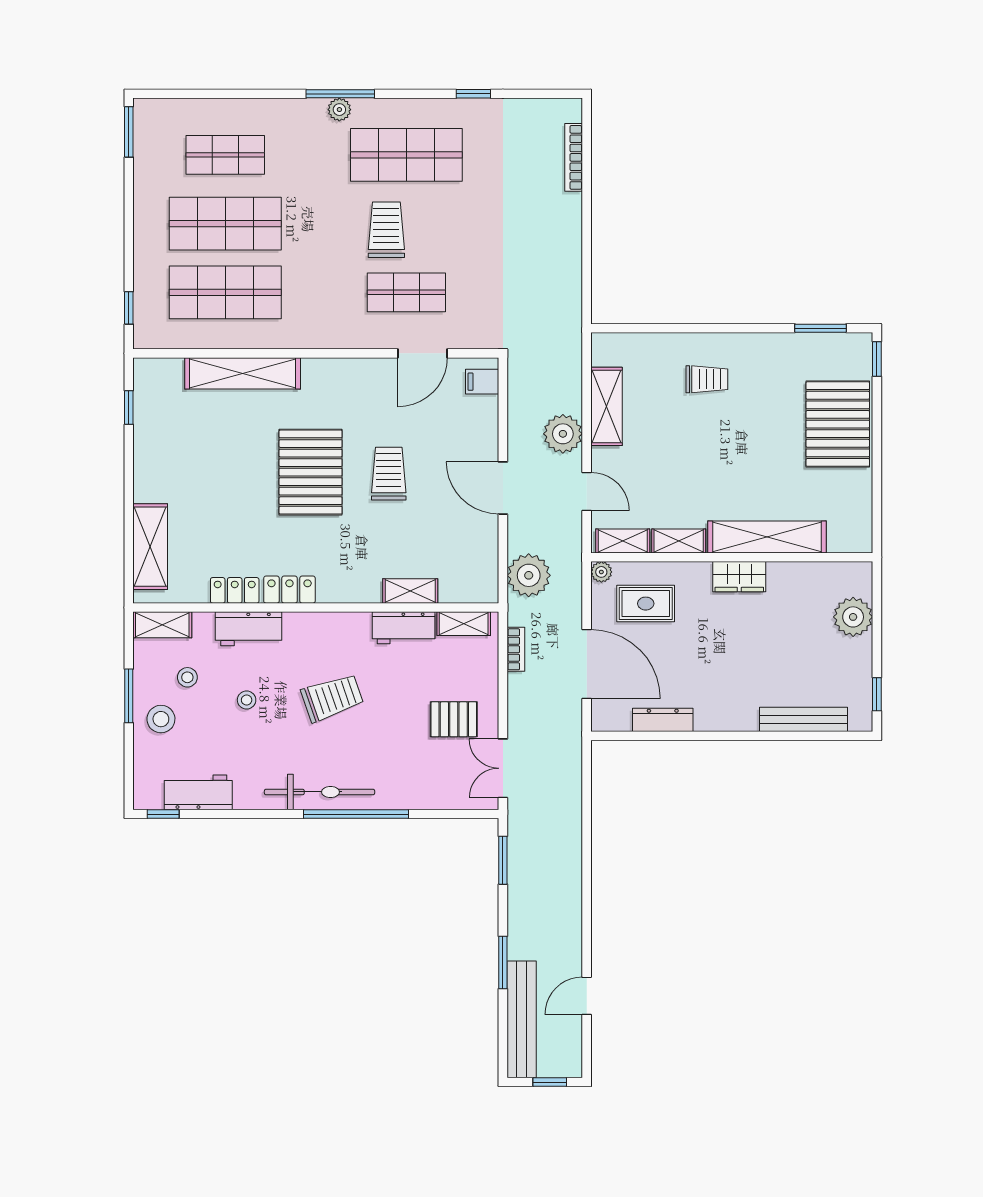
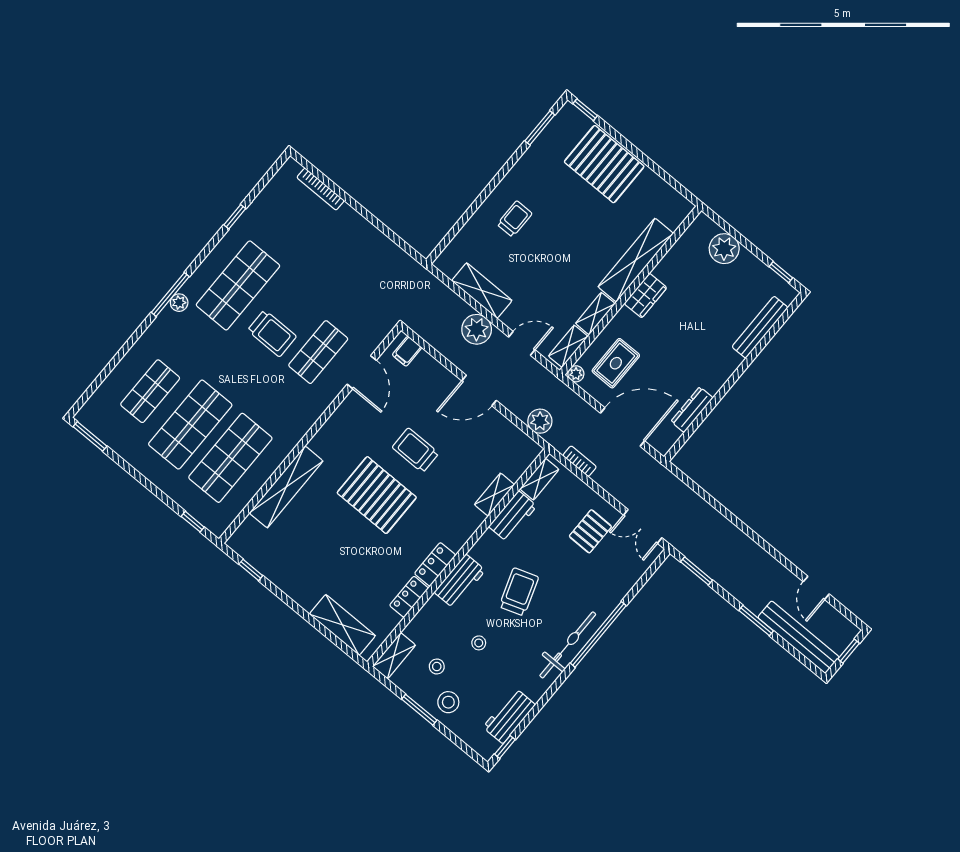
trolley: (386, 230) -> (272, 333), turned 180
plant: (529, 575) -> (540, 421), width x0.73, depth x0.73
workbench: (249, 629) -> (460, 581), moved

